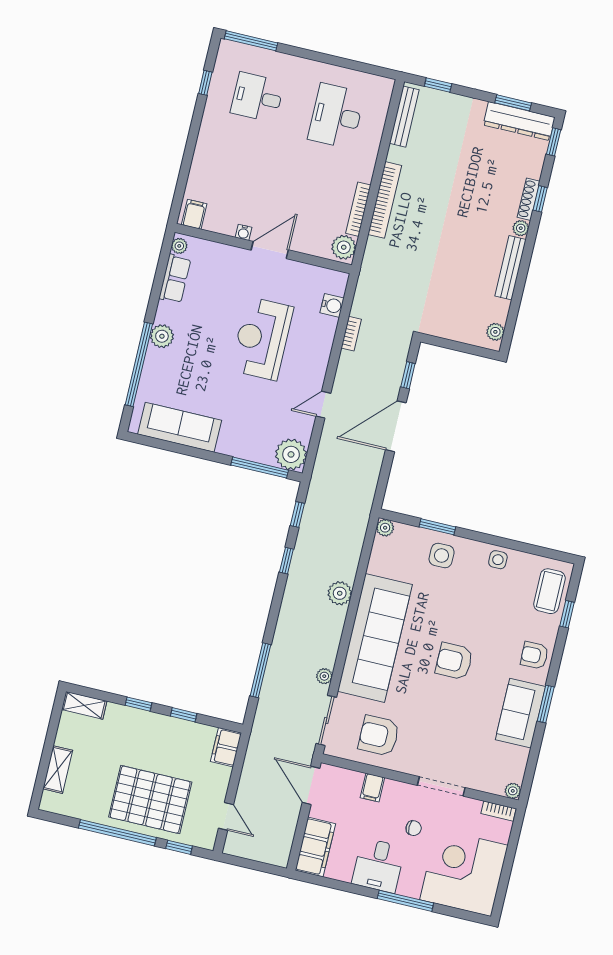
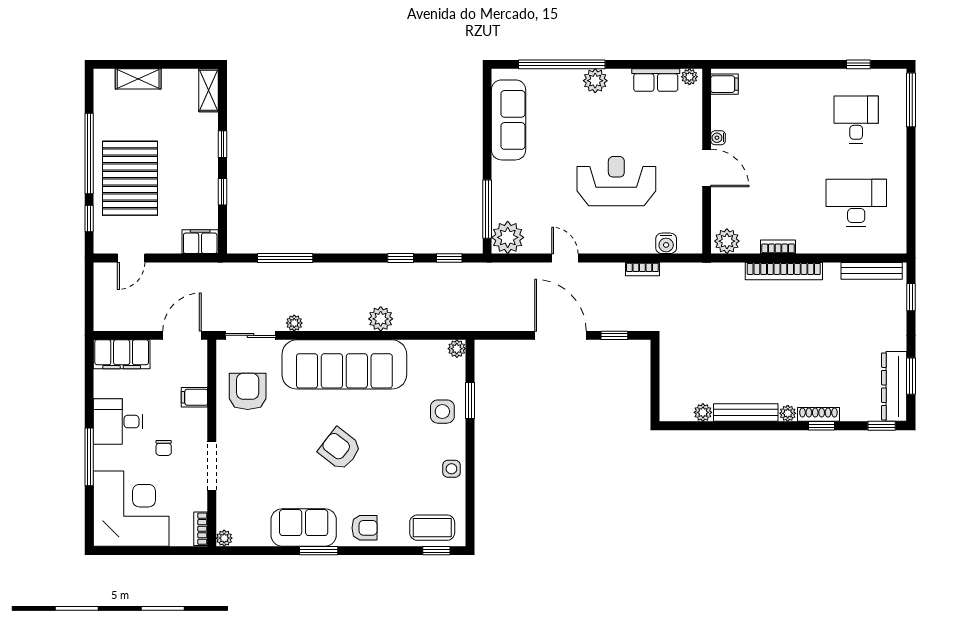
bookcase: (358, 209) -> (778, 247), width x0.64
plant: (495, 332) -> (703, 412), moved
window: (567, 614) -> (436, 551), moved
armchair: (534, 655) -> (365, 528), turned 91
armchair: (454, 661) -> (340, 449), turned -52

